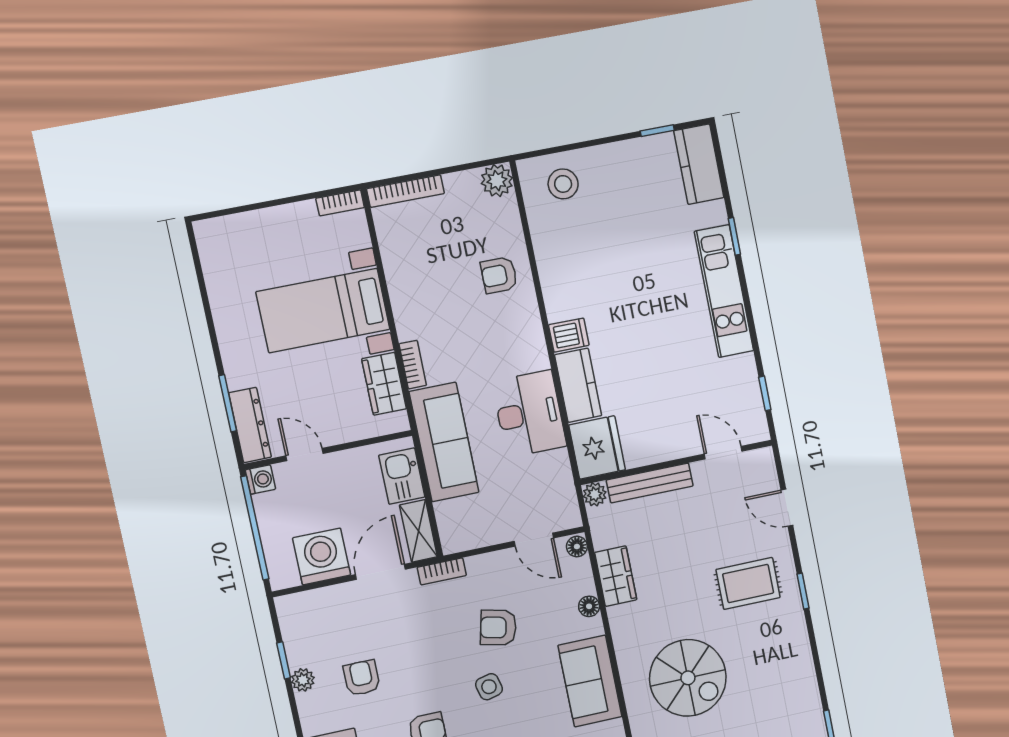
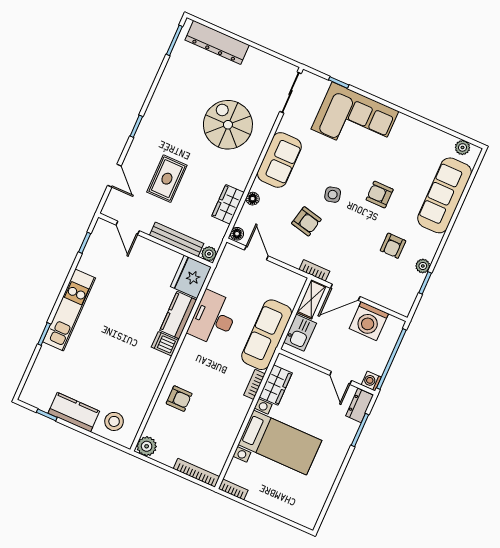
kitchen counter: (699, 164) -> (74, 412), moved, turned -90
dresser: (250, 425) -> (359, 406), width x0.70
rug: (748, 583) -> (167, 179), moved, turned 90

